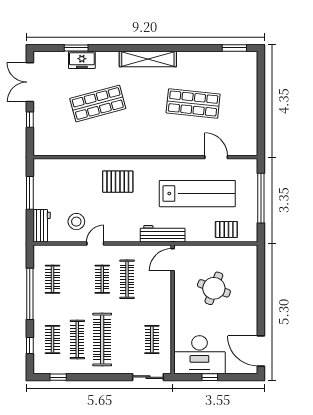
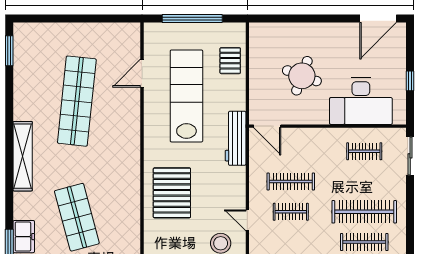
shop shelf: (193, 103) -> (77, 101), width x1.40
pallet: (118, 182) -> (172, 193), width x1.37, depth x1.41
desk: (199, 355) -> (361, 101), moved, turned 90

